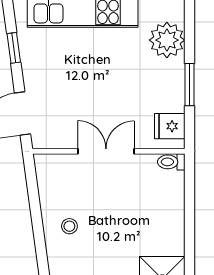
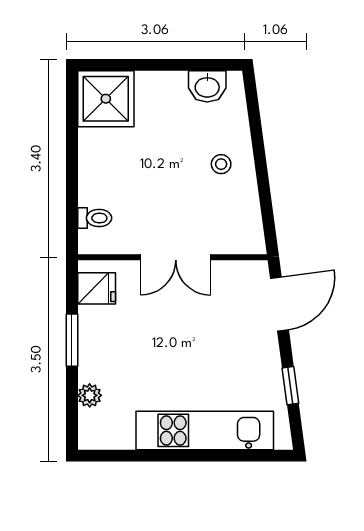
plant: (167, 40) -> (90, 395), width x0.53, depth x0.53
toilet: (171, 162) -> (95, 218), moved

